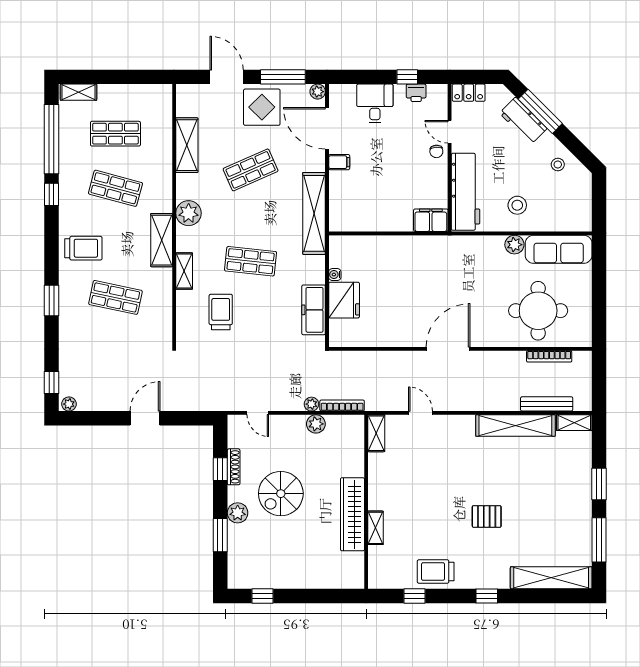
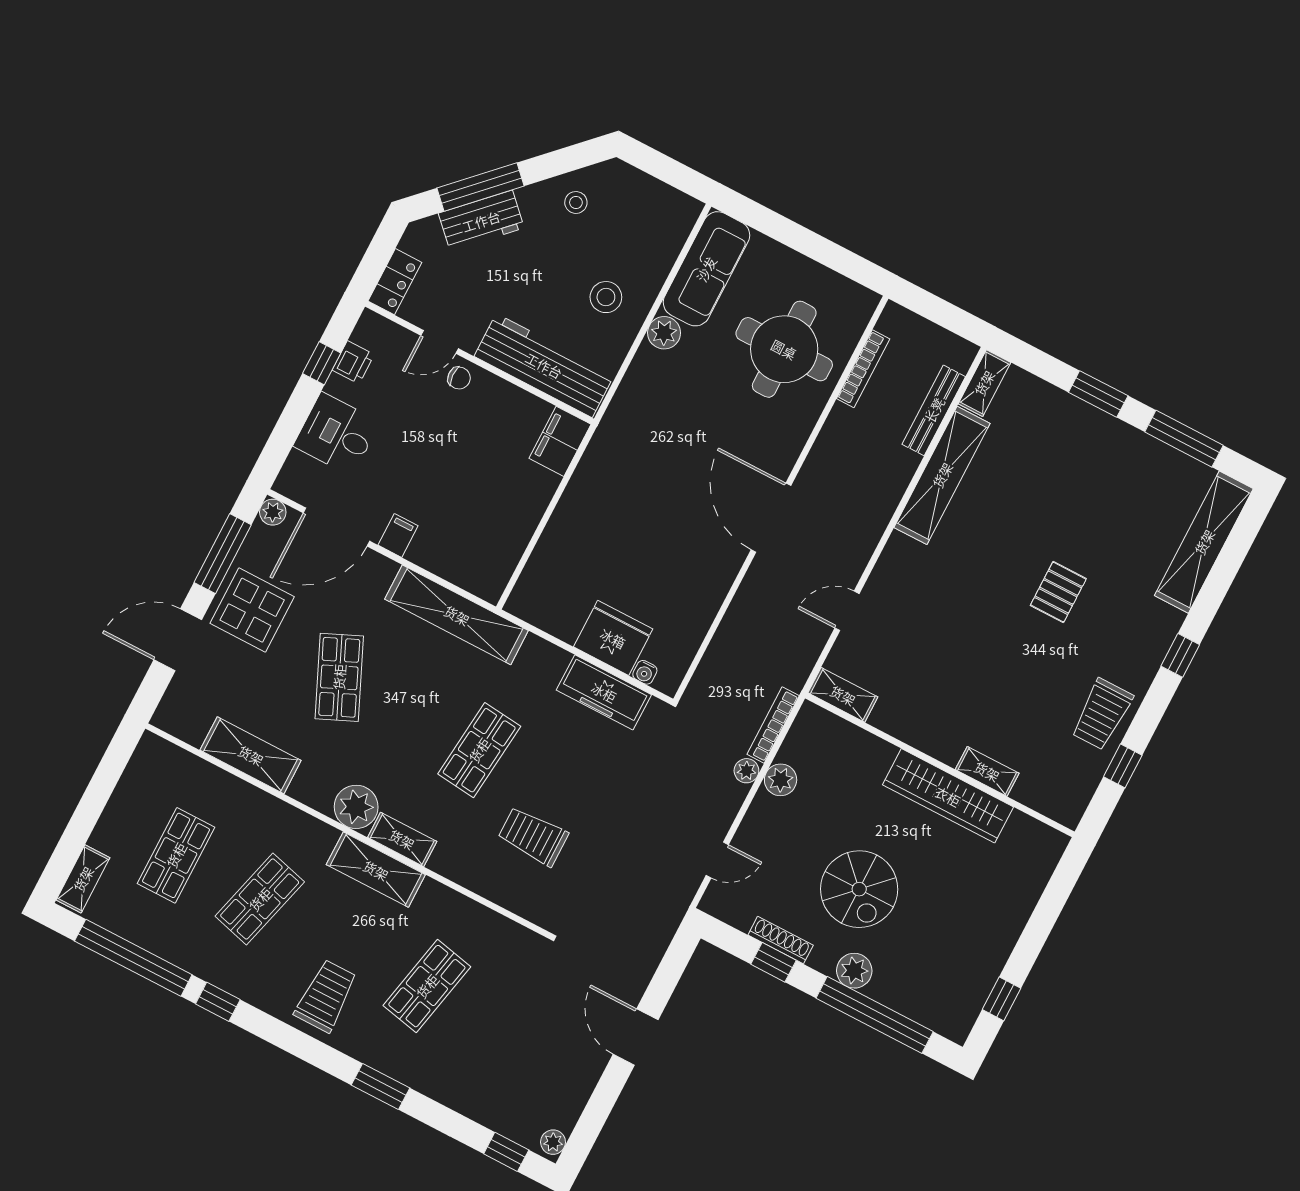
shelving: (184, 271) -> (402, 839), moved
water cooler: (335, 275) -> (645, 672), moved
window: (220, 535) -> (875, 1015), width x2.11

